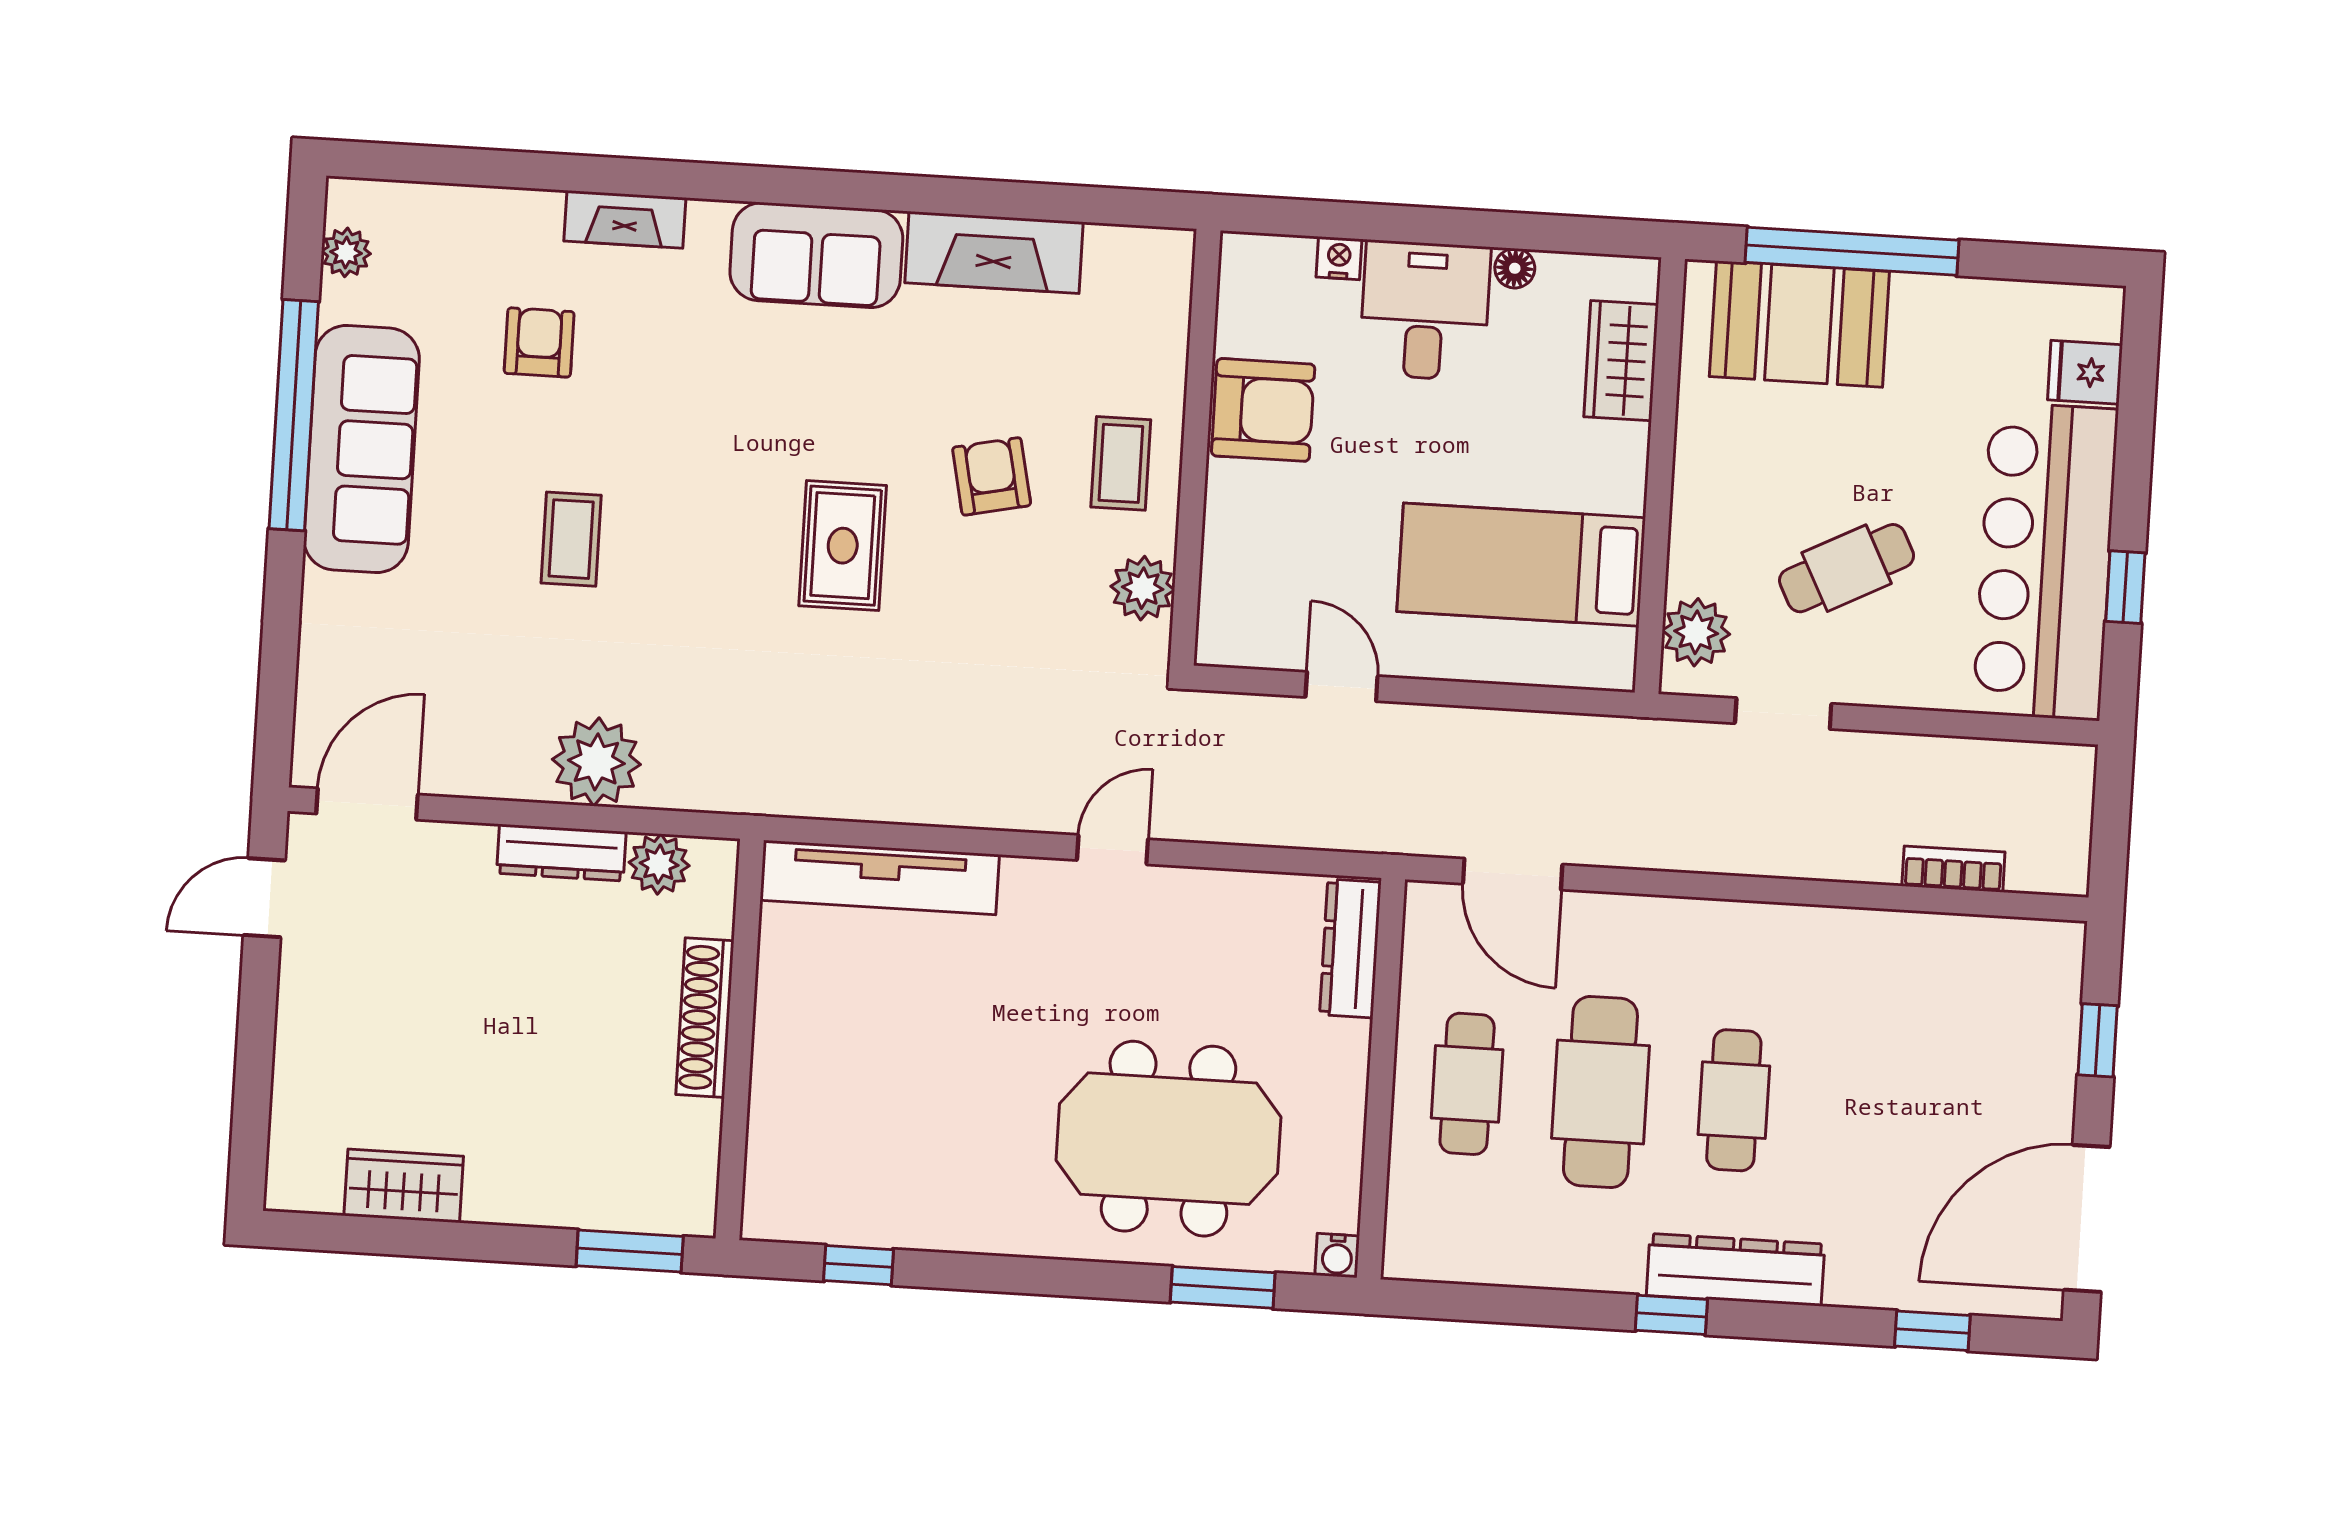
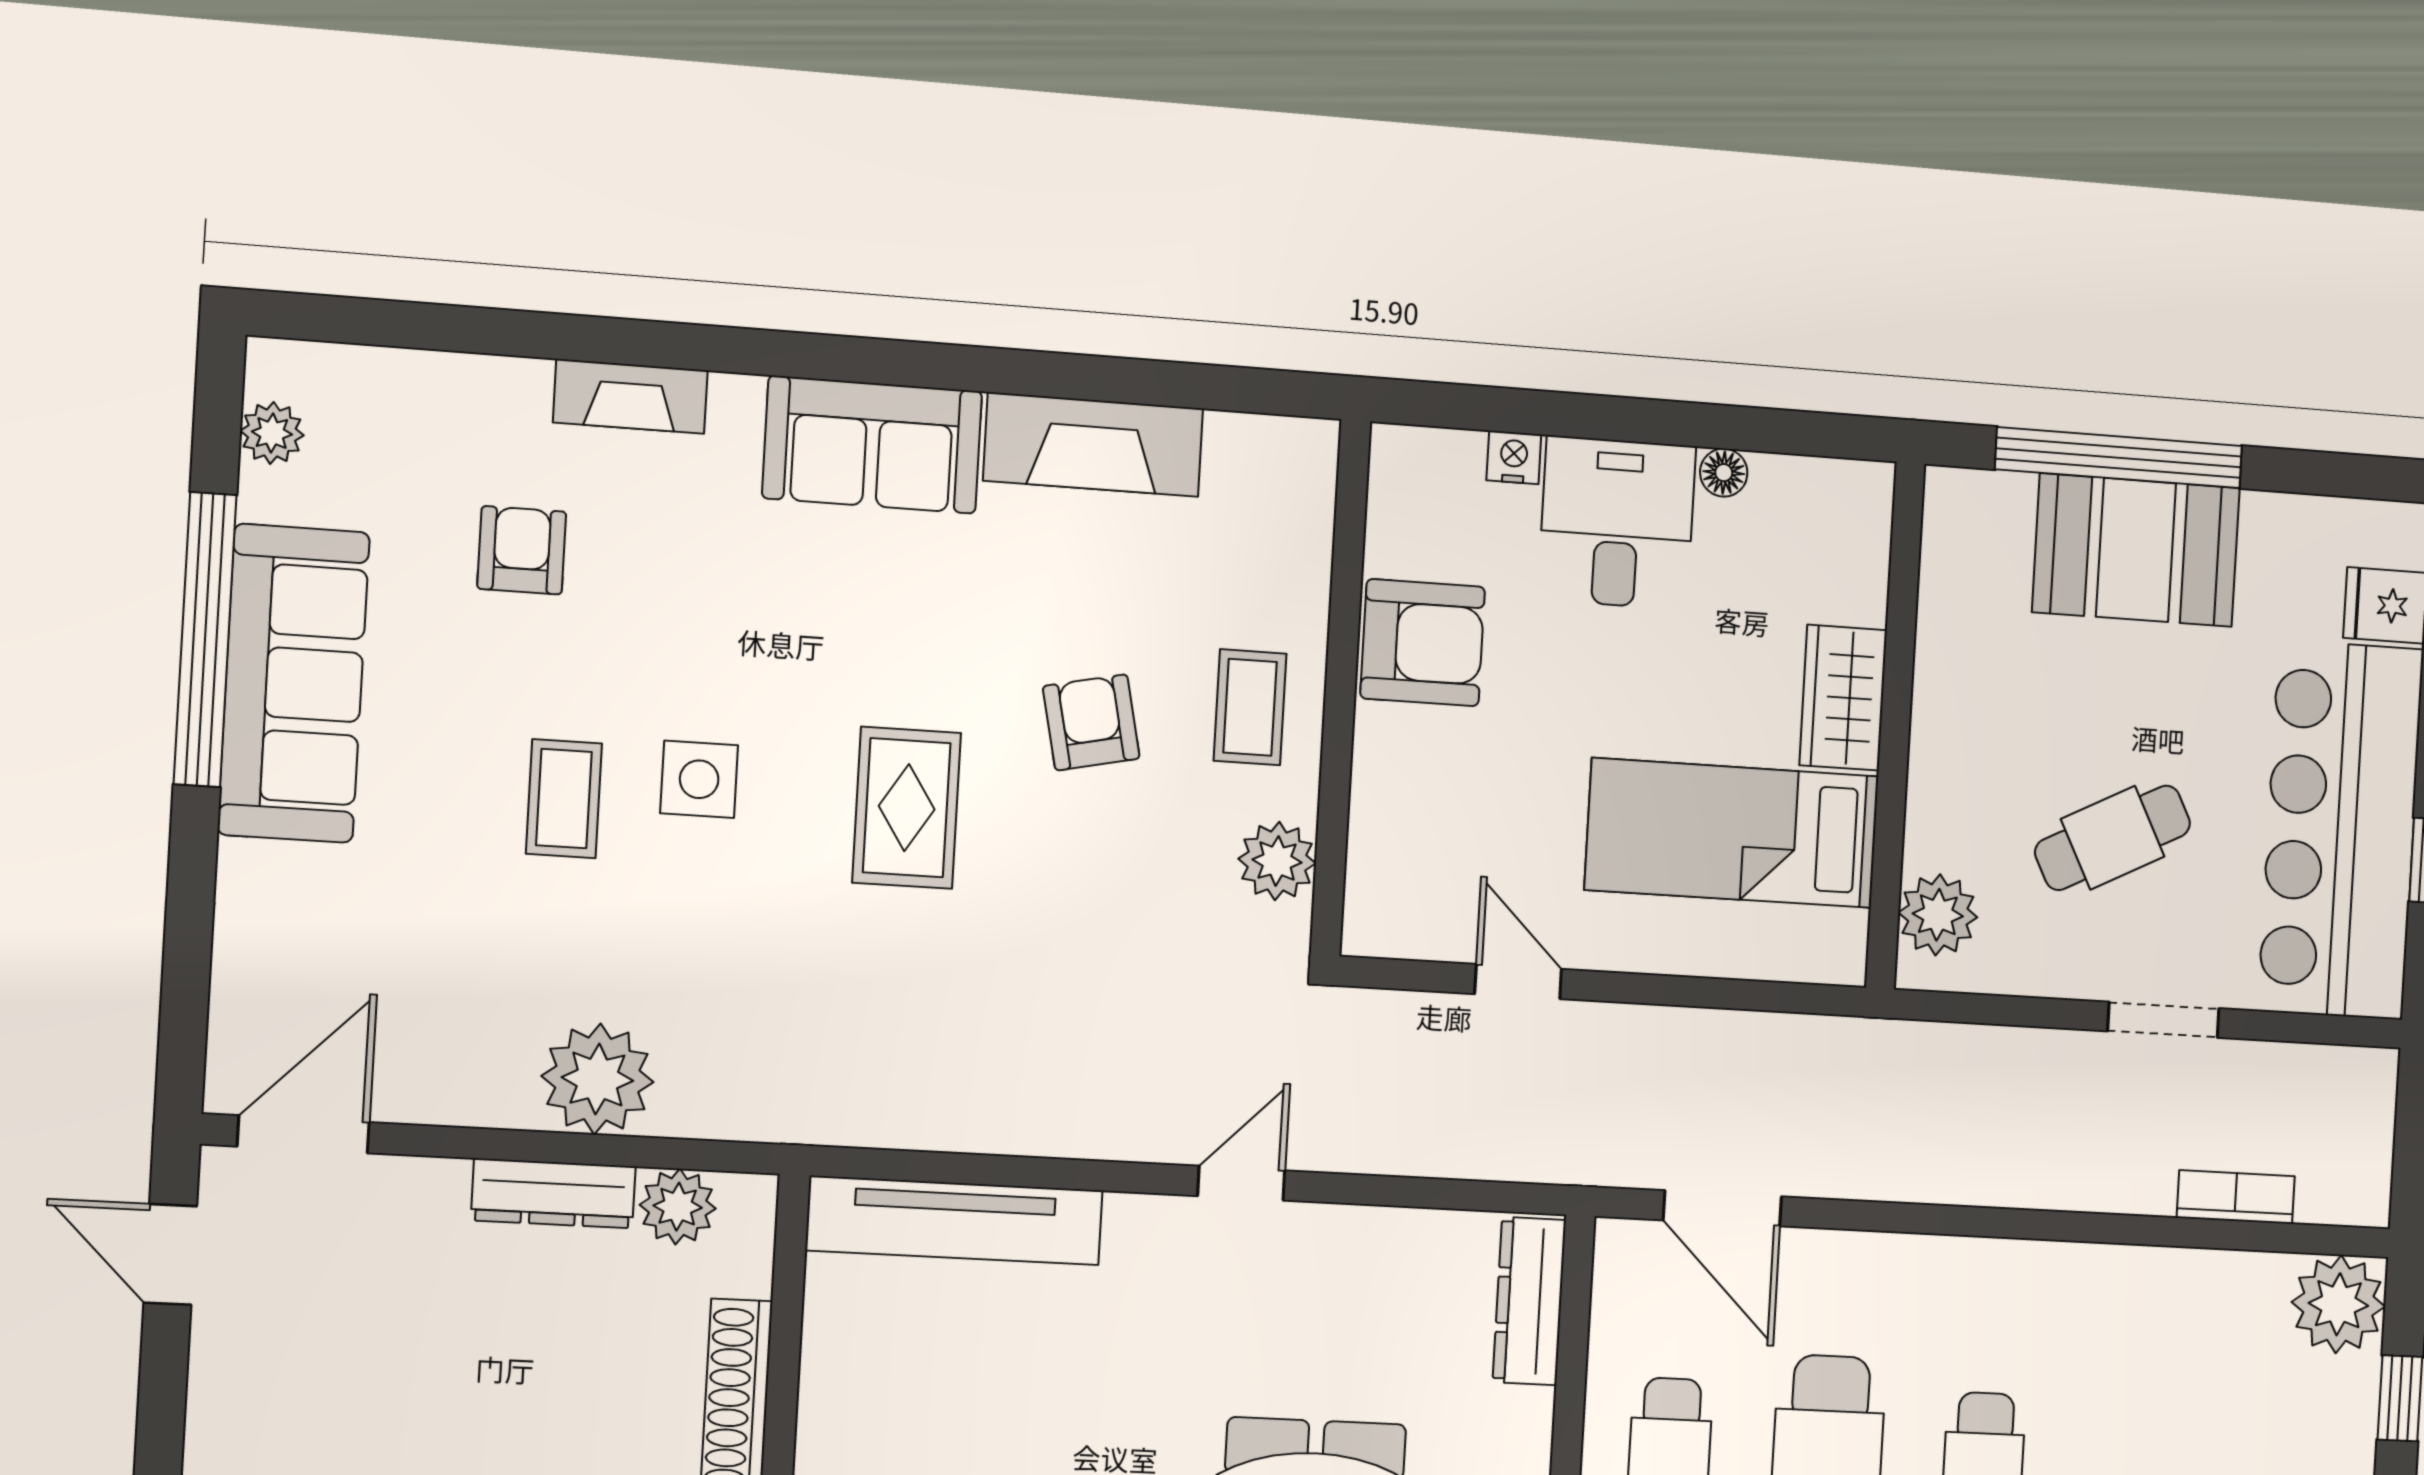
booth: (1799, 324) -> (2136, 550), moved
wardrobe: (1621, 361) -> (1843, 698), moved
side table: (678, 523) -> (699, 779), added
doorway: (1783, 714) -> (2163, 1020), moved
door: (264, 898) -> (170, 1254), hinge flipped
plant: (2043, 960) -> (2338, 1304), added

